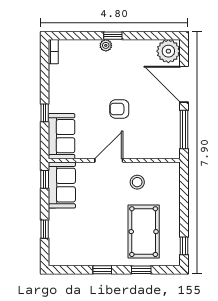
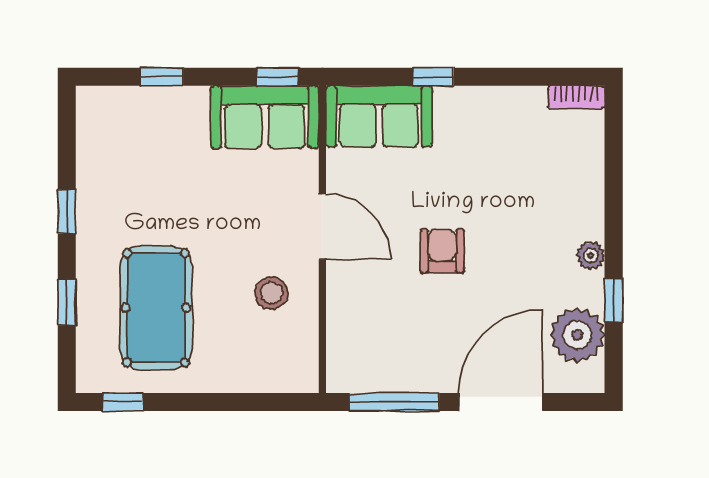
window: (113, 36) -> (614, 300), moved
plant: (106, 45) -> (591, 255), moved
plant: (168, 51) -> (577, 335), moved
pool table: (144, 232) -> (156, 308), turned 90

